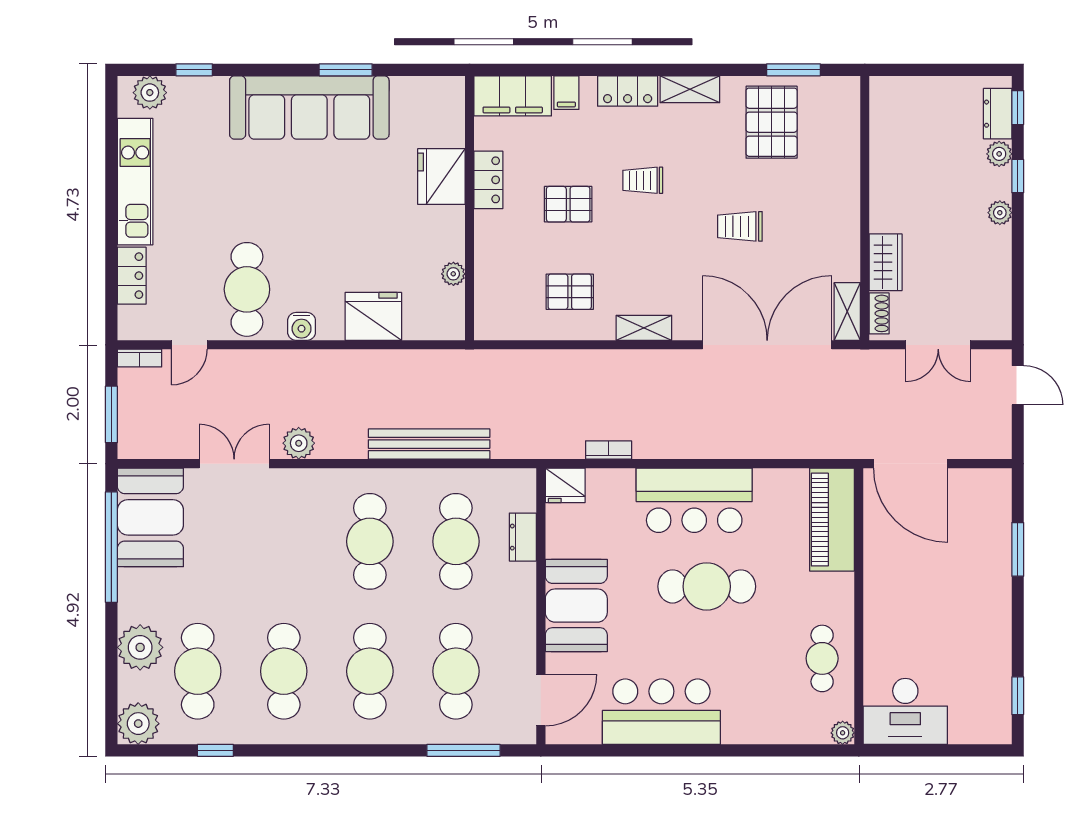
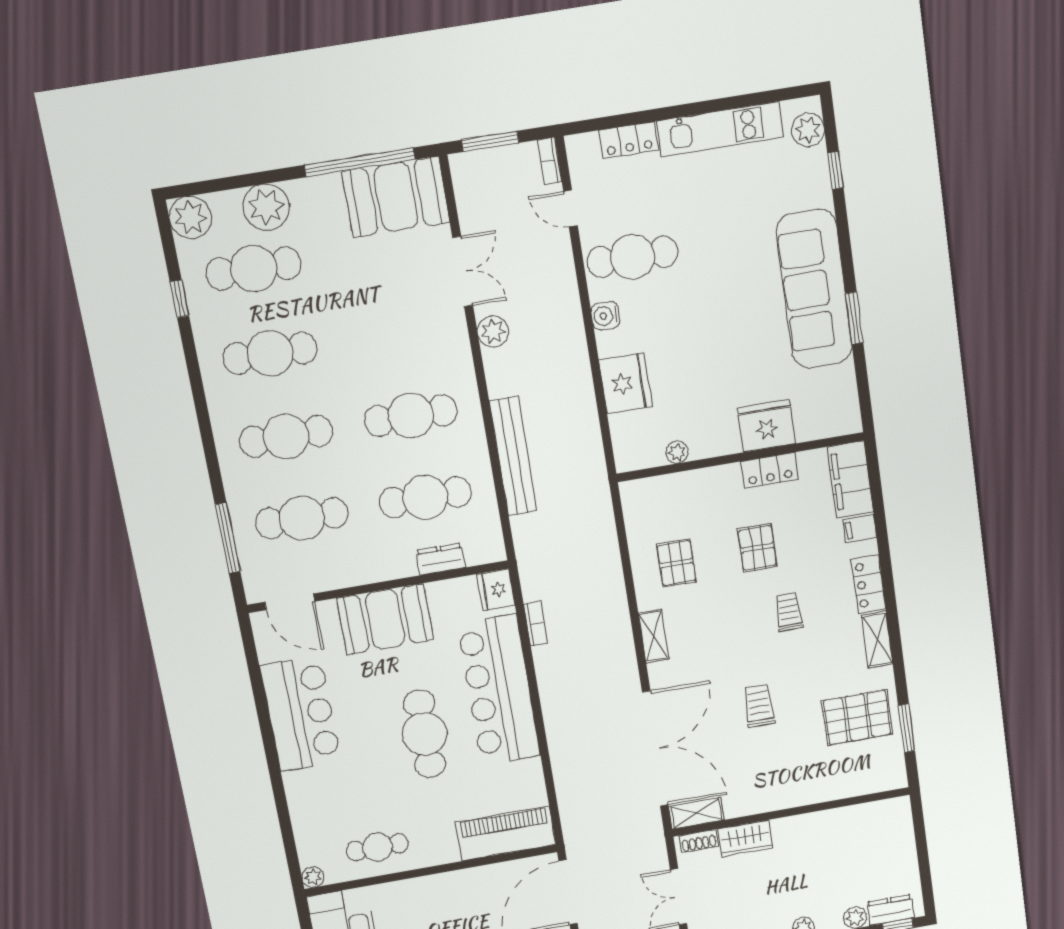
bar counter: (694, 500) -> (499, 690), width x1.36

